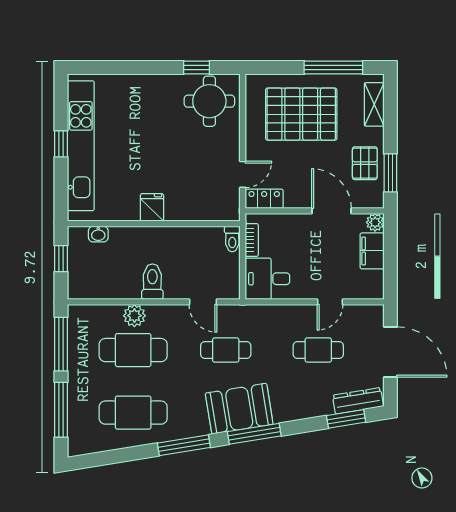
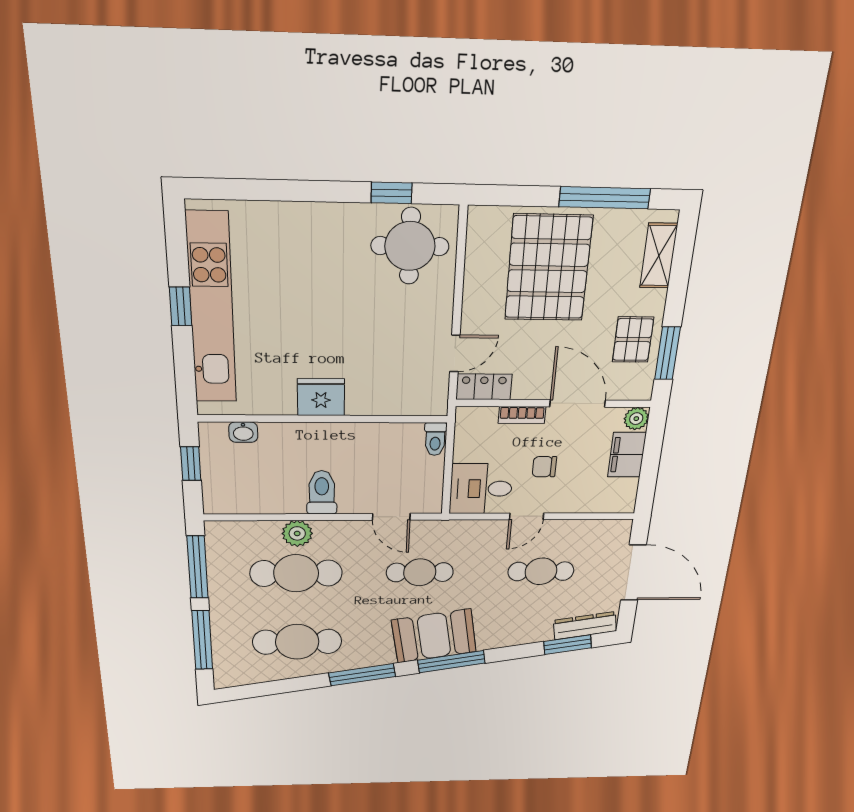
pallet: (301, 114) -> (548, 268), turned 90
fridge: (152, 207) -> (321, 397), width x1.38
bookcase: (252, 240) -> (522, 415), moved, turned 90
chair: (312, 261) -> (544, 467), added
door: (330, 302) -> (527, 516), moved

